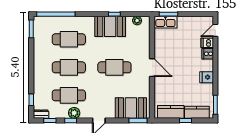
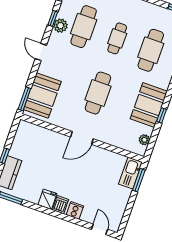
dishwasher: (207, 43) -> (60, 205), moved
cafe table: (69, 67) -> (117, 38), width x0.73, depth x0.74
kitchen counter: (171, 112) -> (21, 142), removed

